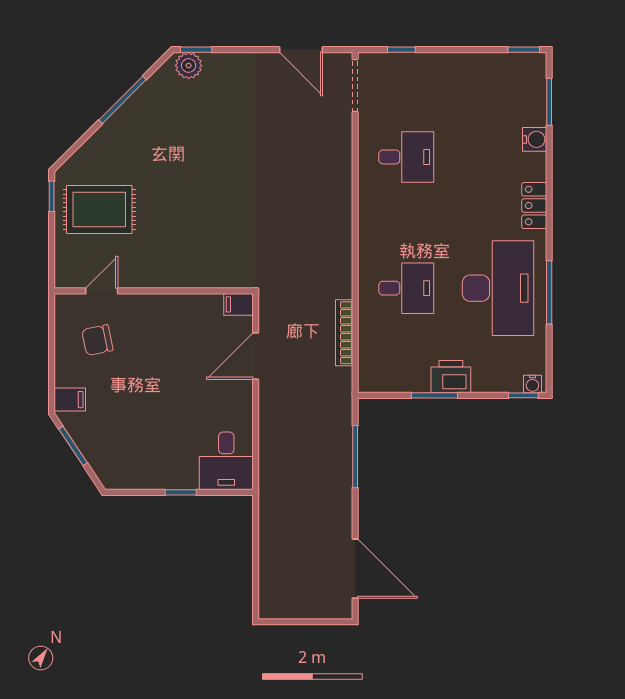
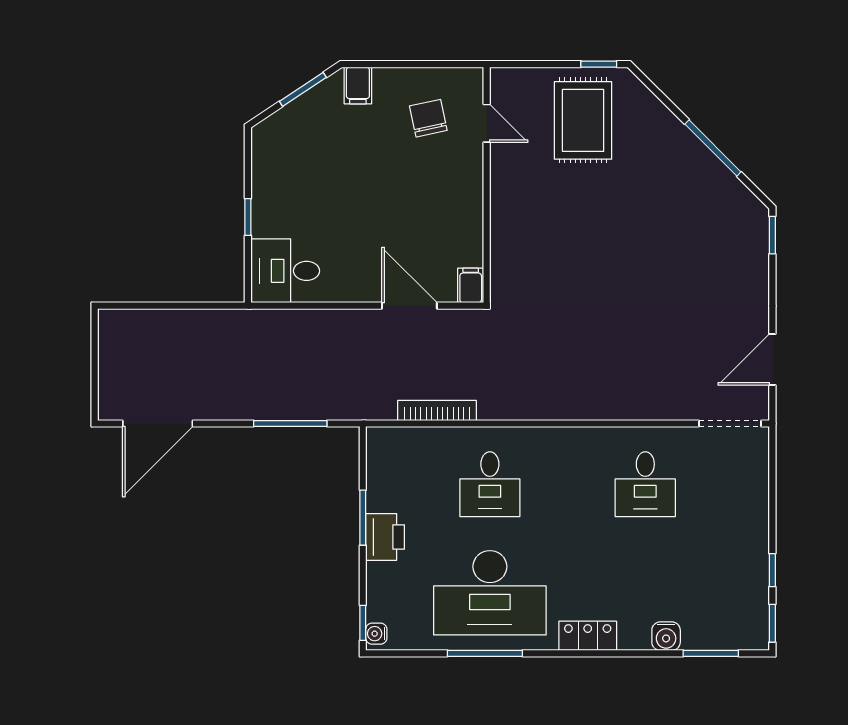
window: (401, 50) -> (772, 570), moved
plant: (189, 66) -> (754, 226), removed

